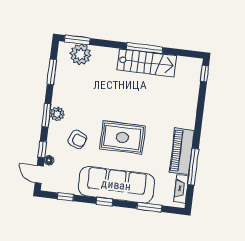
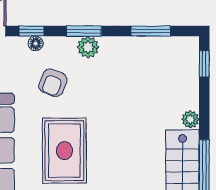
window: (77, 40) -> (204, 64), width x0.67
plant: (80, 54) -> (190, 119), moved, width x0.53, depth x0.53
floor lamp: (49, 160) -> (36, 44), moved

